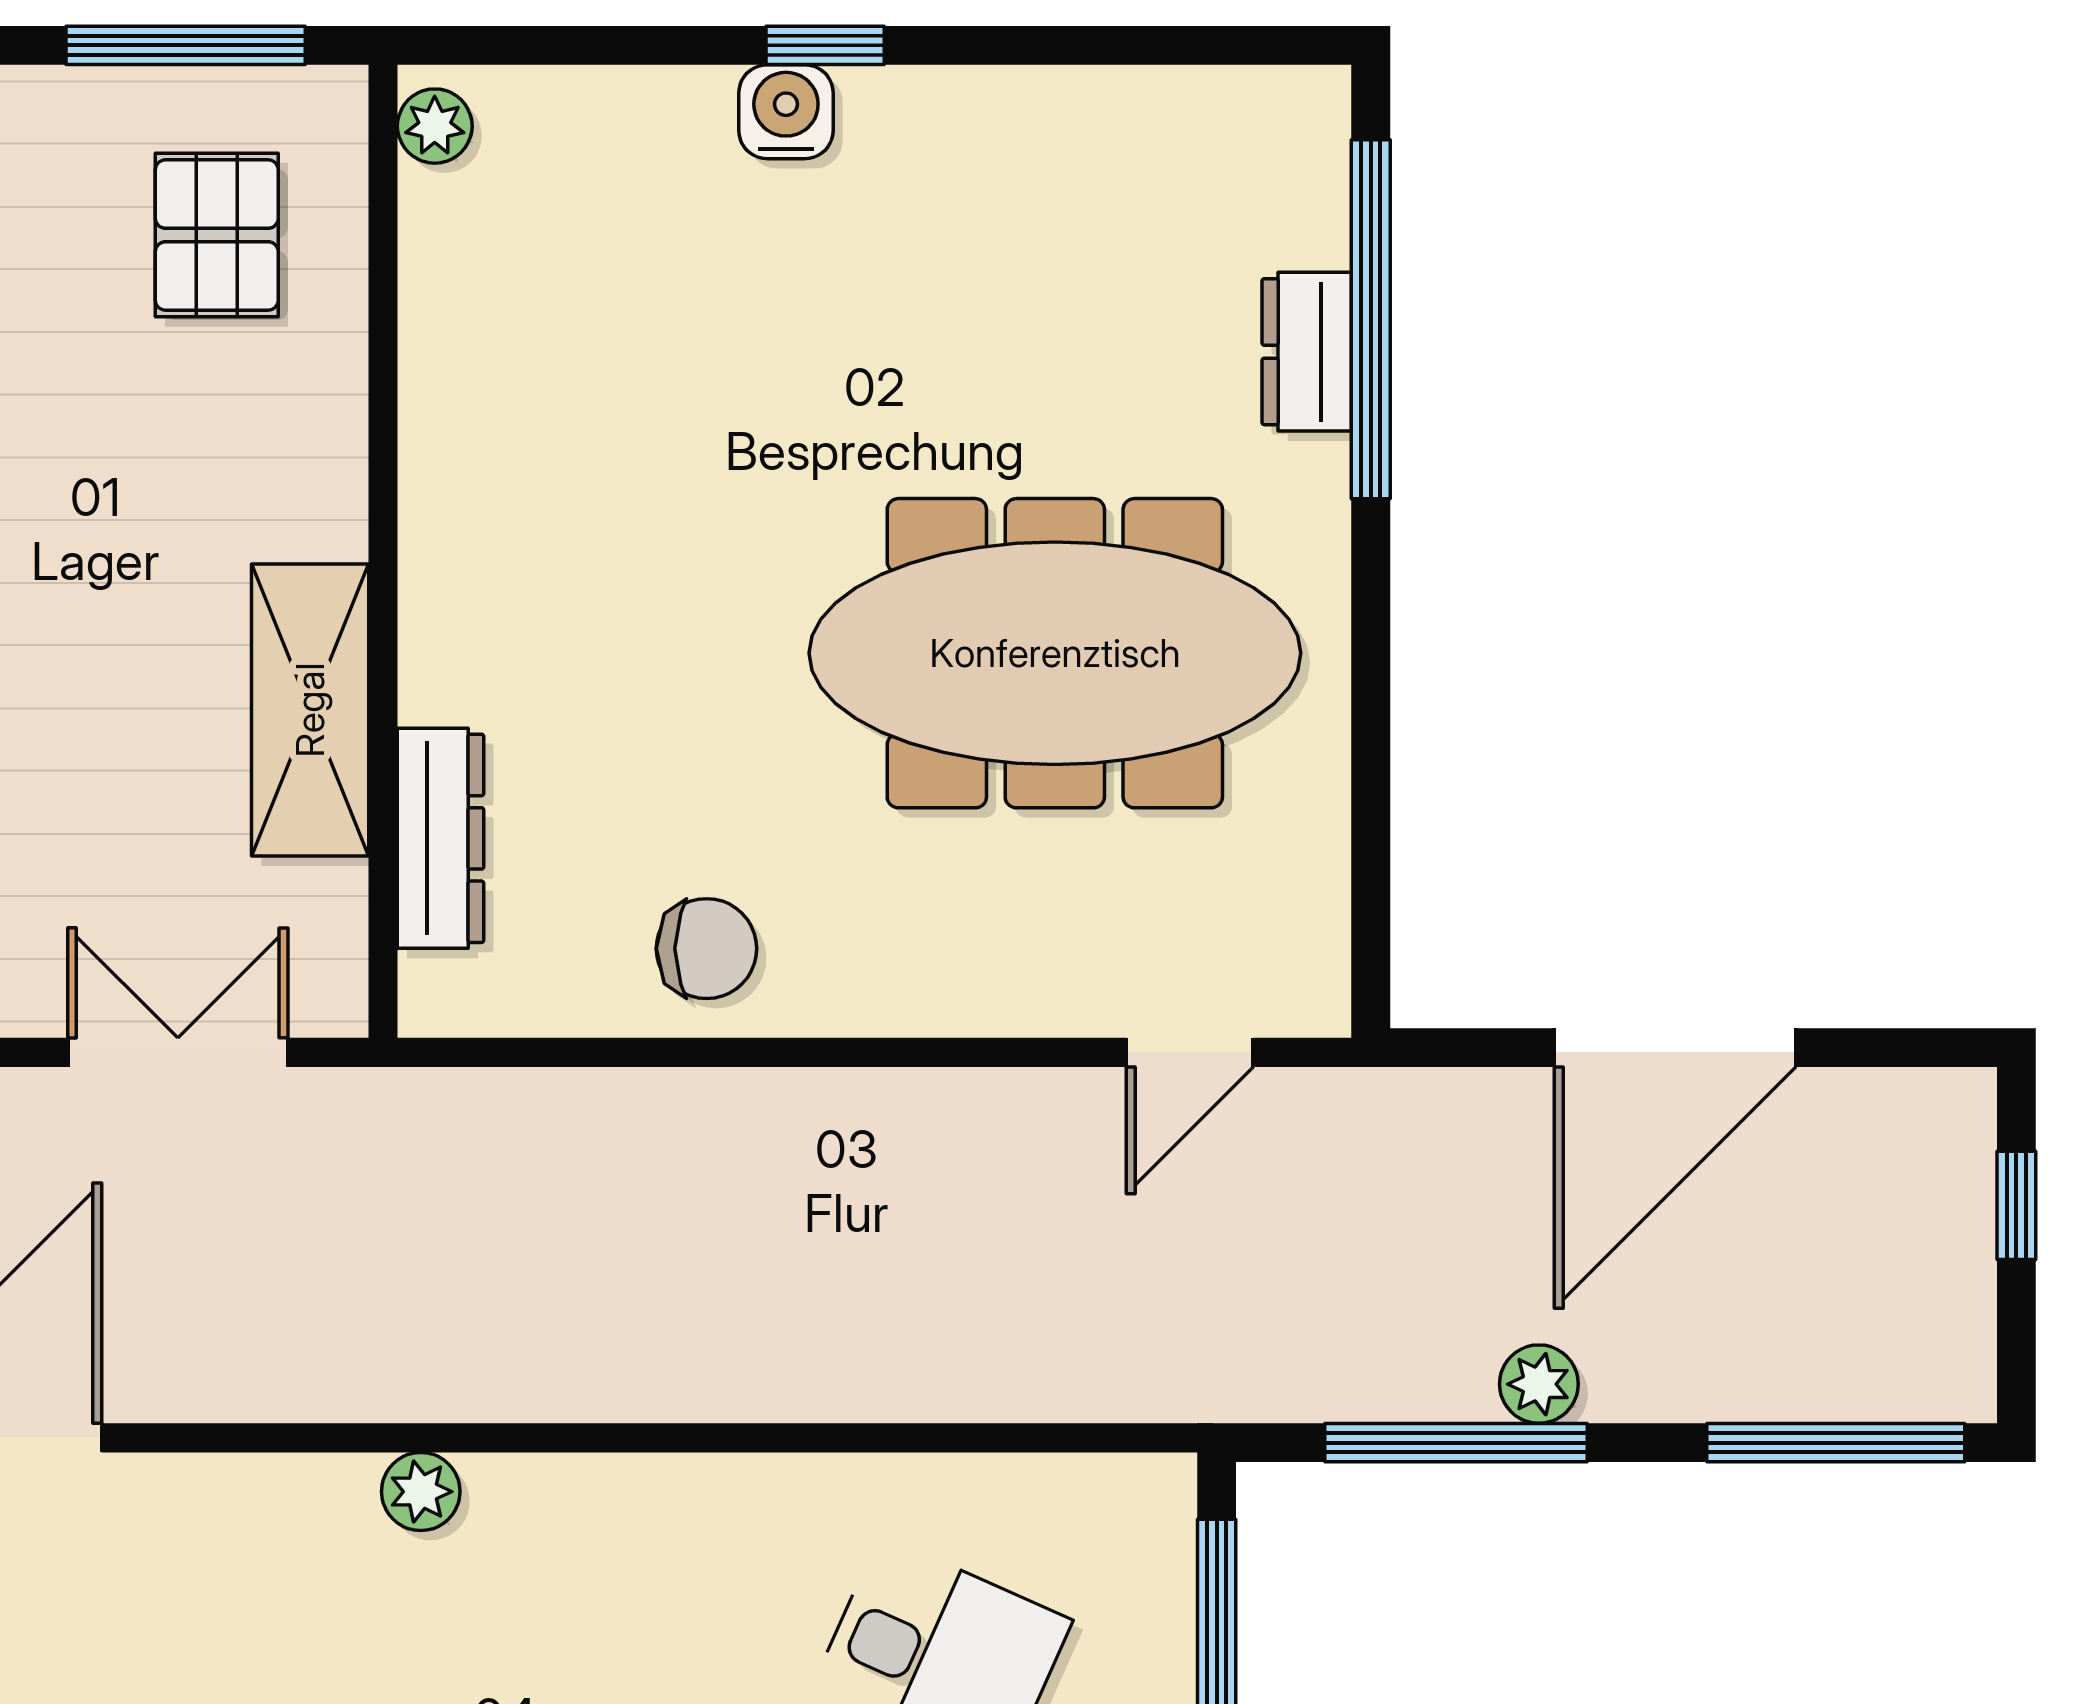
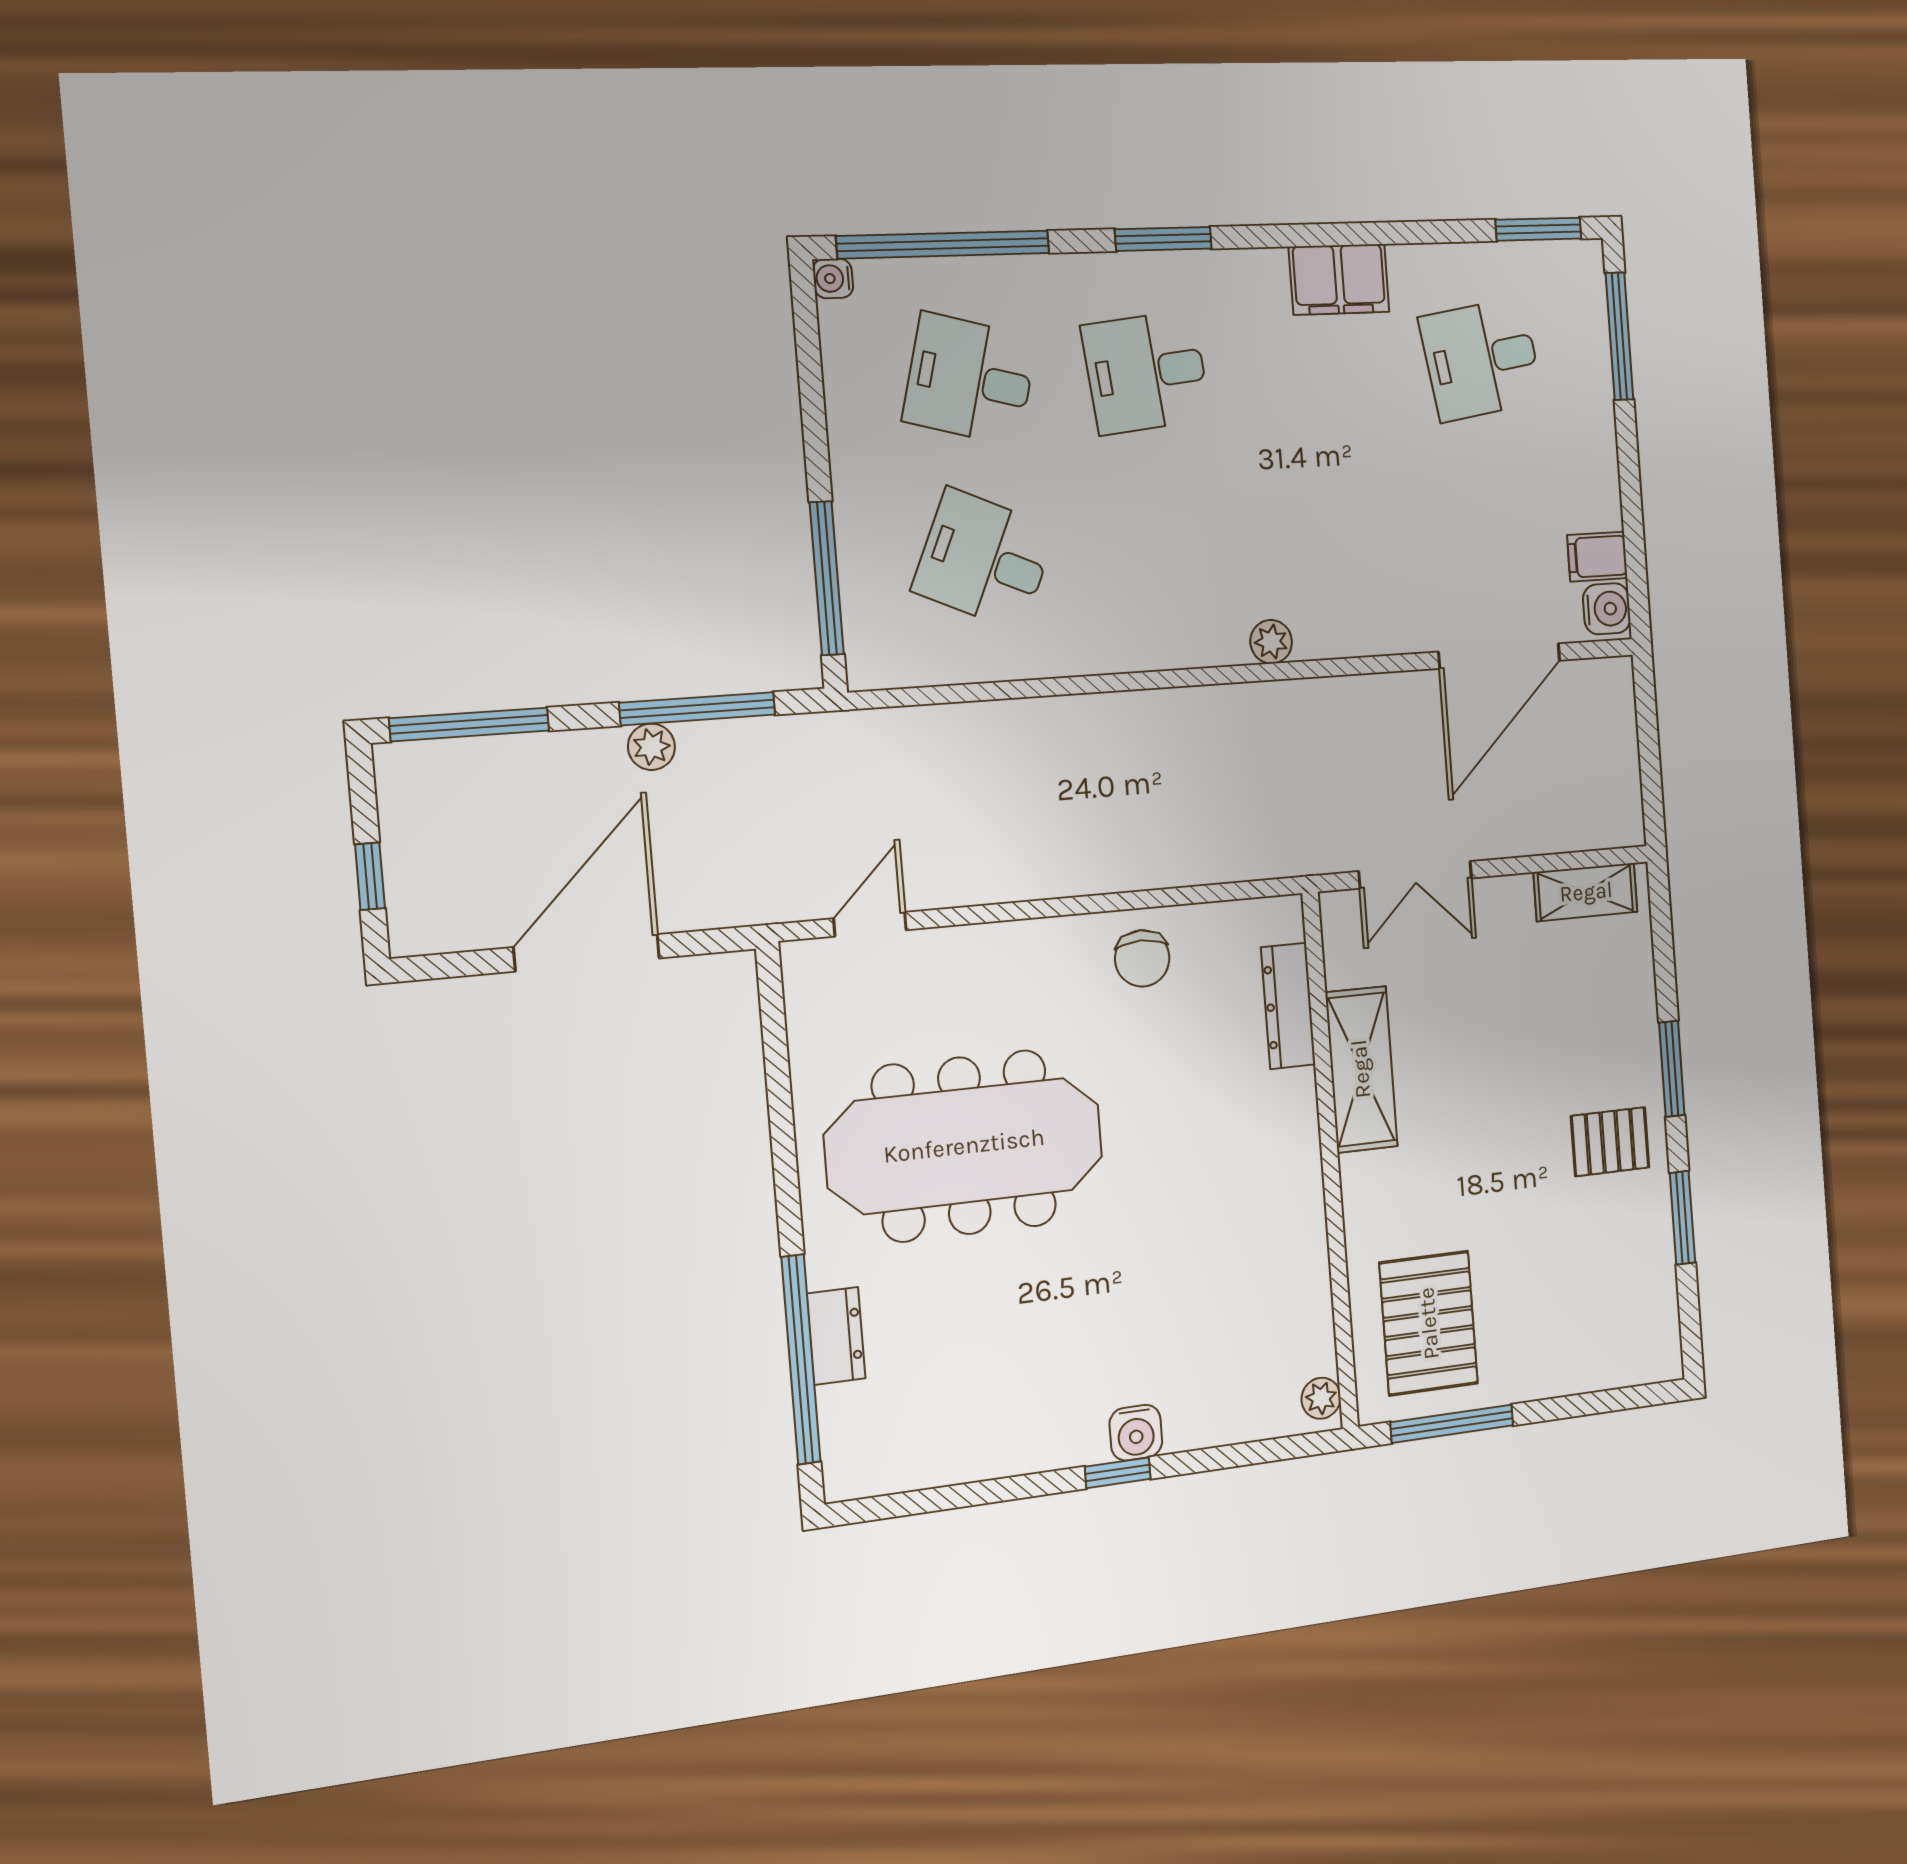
pallet: (217, 235) -> (1429, 1323), width x1.50, depth x1.42
chair: (707, 949) -> (1142, 958), turned -90

